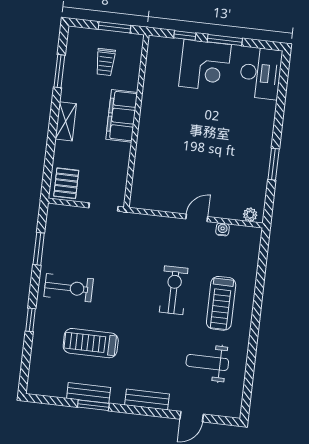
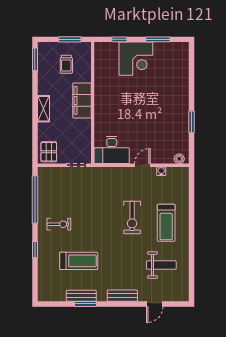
window: (225, 40) -> (158, 39), moved
window: (59, 71) -> (35, 59), moved
desk: (261, 73) -> (112, 150), moved, turned 90
window: (39, 249) -> (35, 200), width x2.11
exercise bike: (69, 288) -> (59, 224), width x0.73, depth x0.72
exercise bike: (174, 290) -> (132, 217), turned 180
treadmill: (91, 343) -> (79, 261), turned 180
weight bench: (207, 362) -> (161, 265), turned 180

